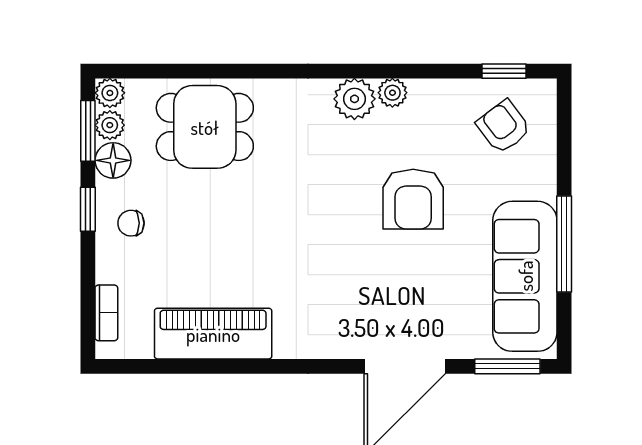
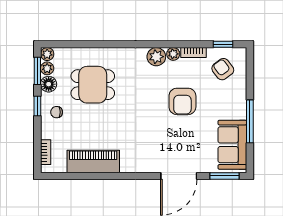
bookcase: (438, 90) -> (194, 53), added
dining table: (205, 127) -> (93, 85), moved
sofa: (525, 276) -> (232, 145), width x0.73

